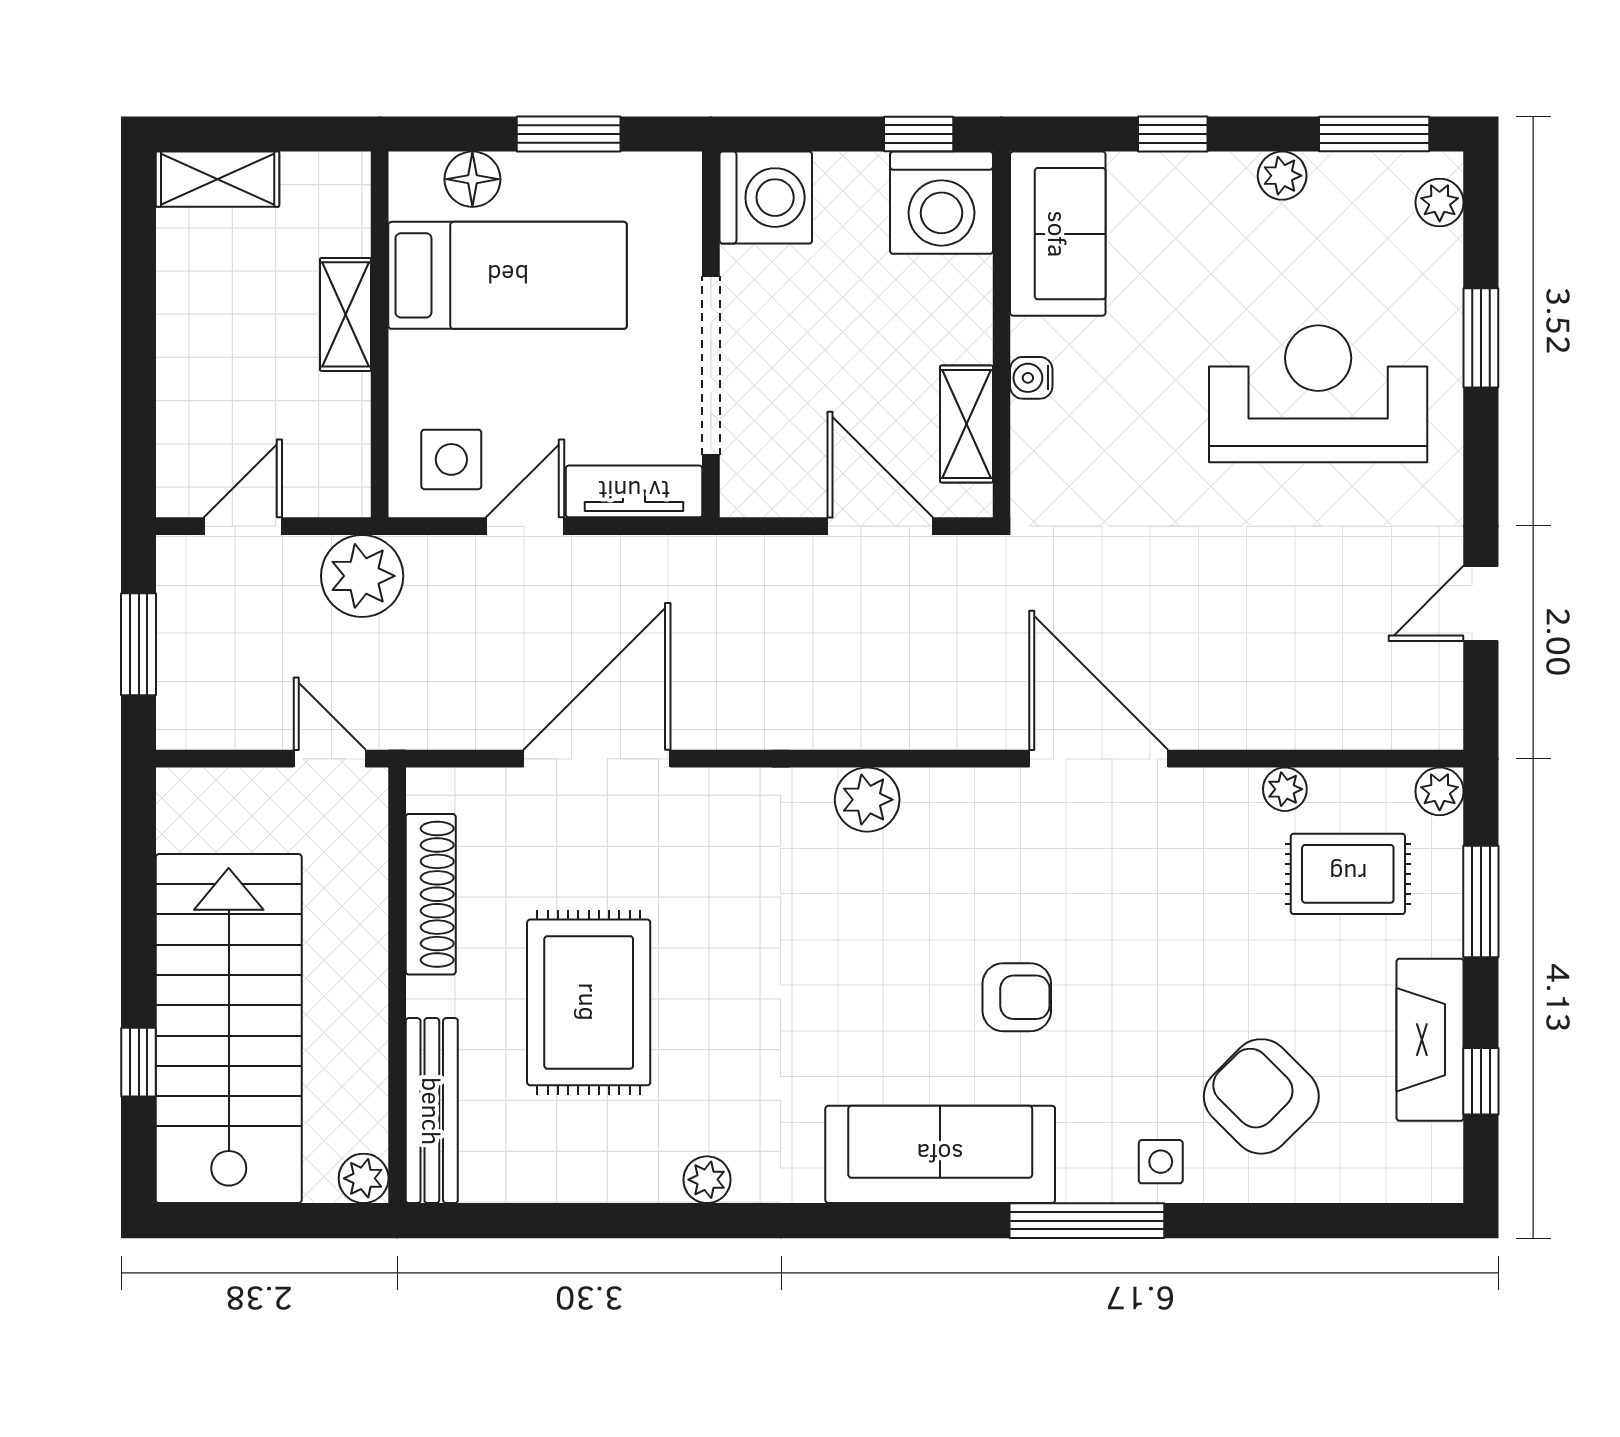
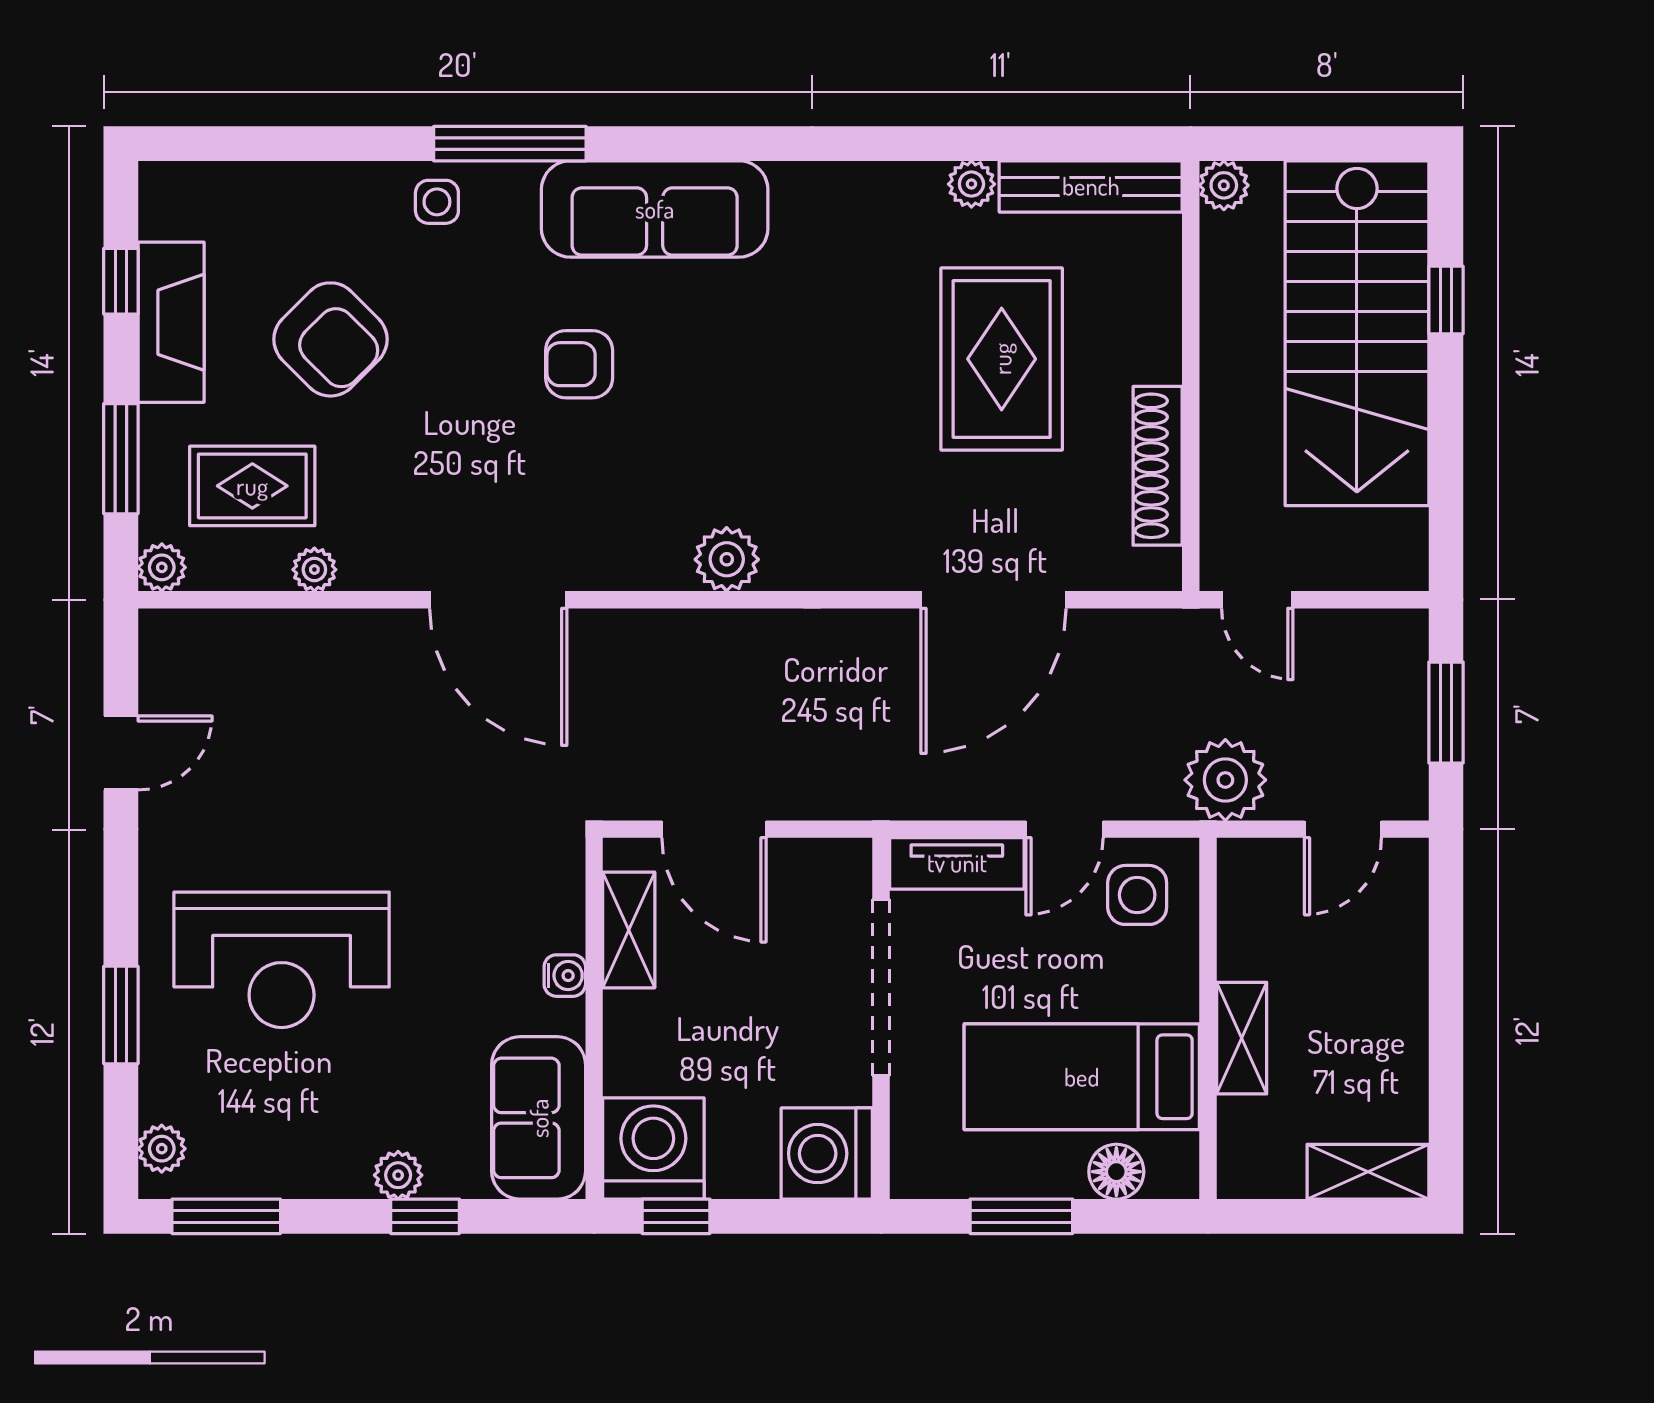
plant: (1282, 176) -> (398, 1175), moved
armchair: (1261, 1096) -> (330, 339), moved
bench: (432, 1111) -> (1091, 186), moved, turned 90
plant: (707, 1180) -> (971, 184), moved

